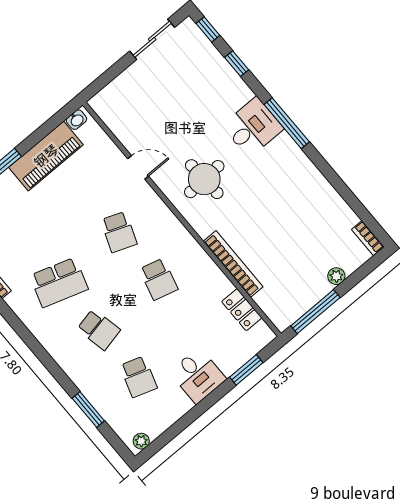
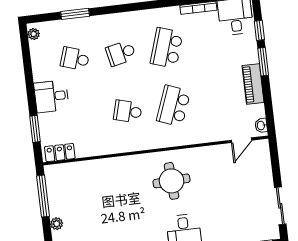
piano: (46, 156) -> (253, 84), width x0.73, depth x0.75
door: (138, 167) -> (241, 140), moved
school desk: (119, 232) -> (174, 106), width x1.85
bookcase: (233, 264) -> (107, 164), removed
locker: (242, 310) -> (60, 153), moved

